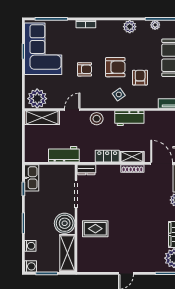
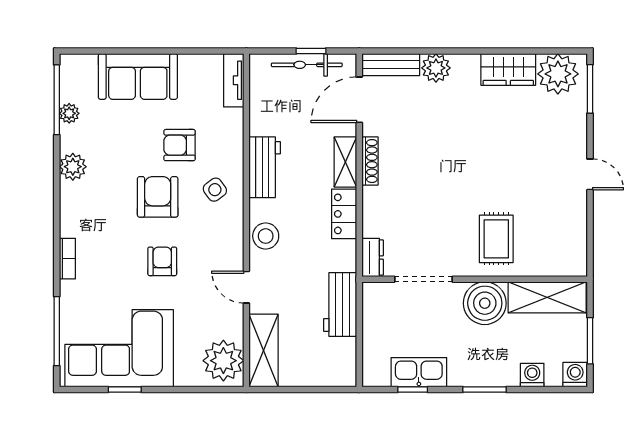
kitchen sink: (32, 178) -> (419, 372), moved

